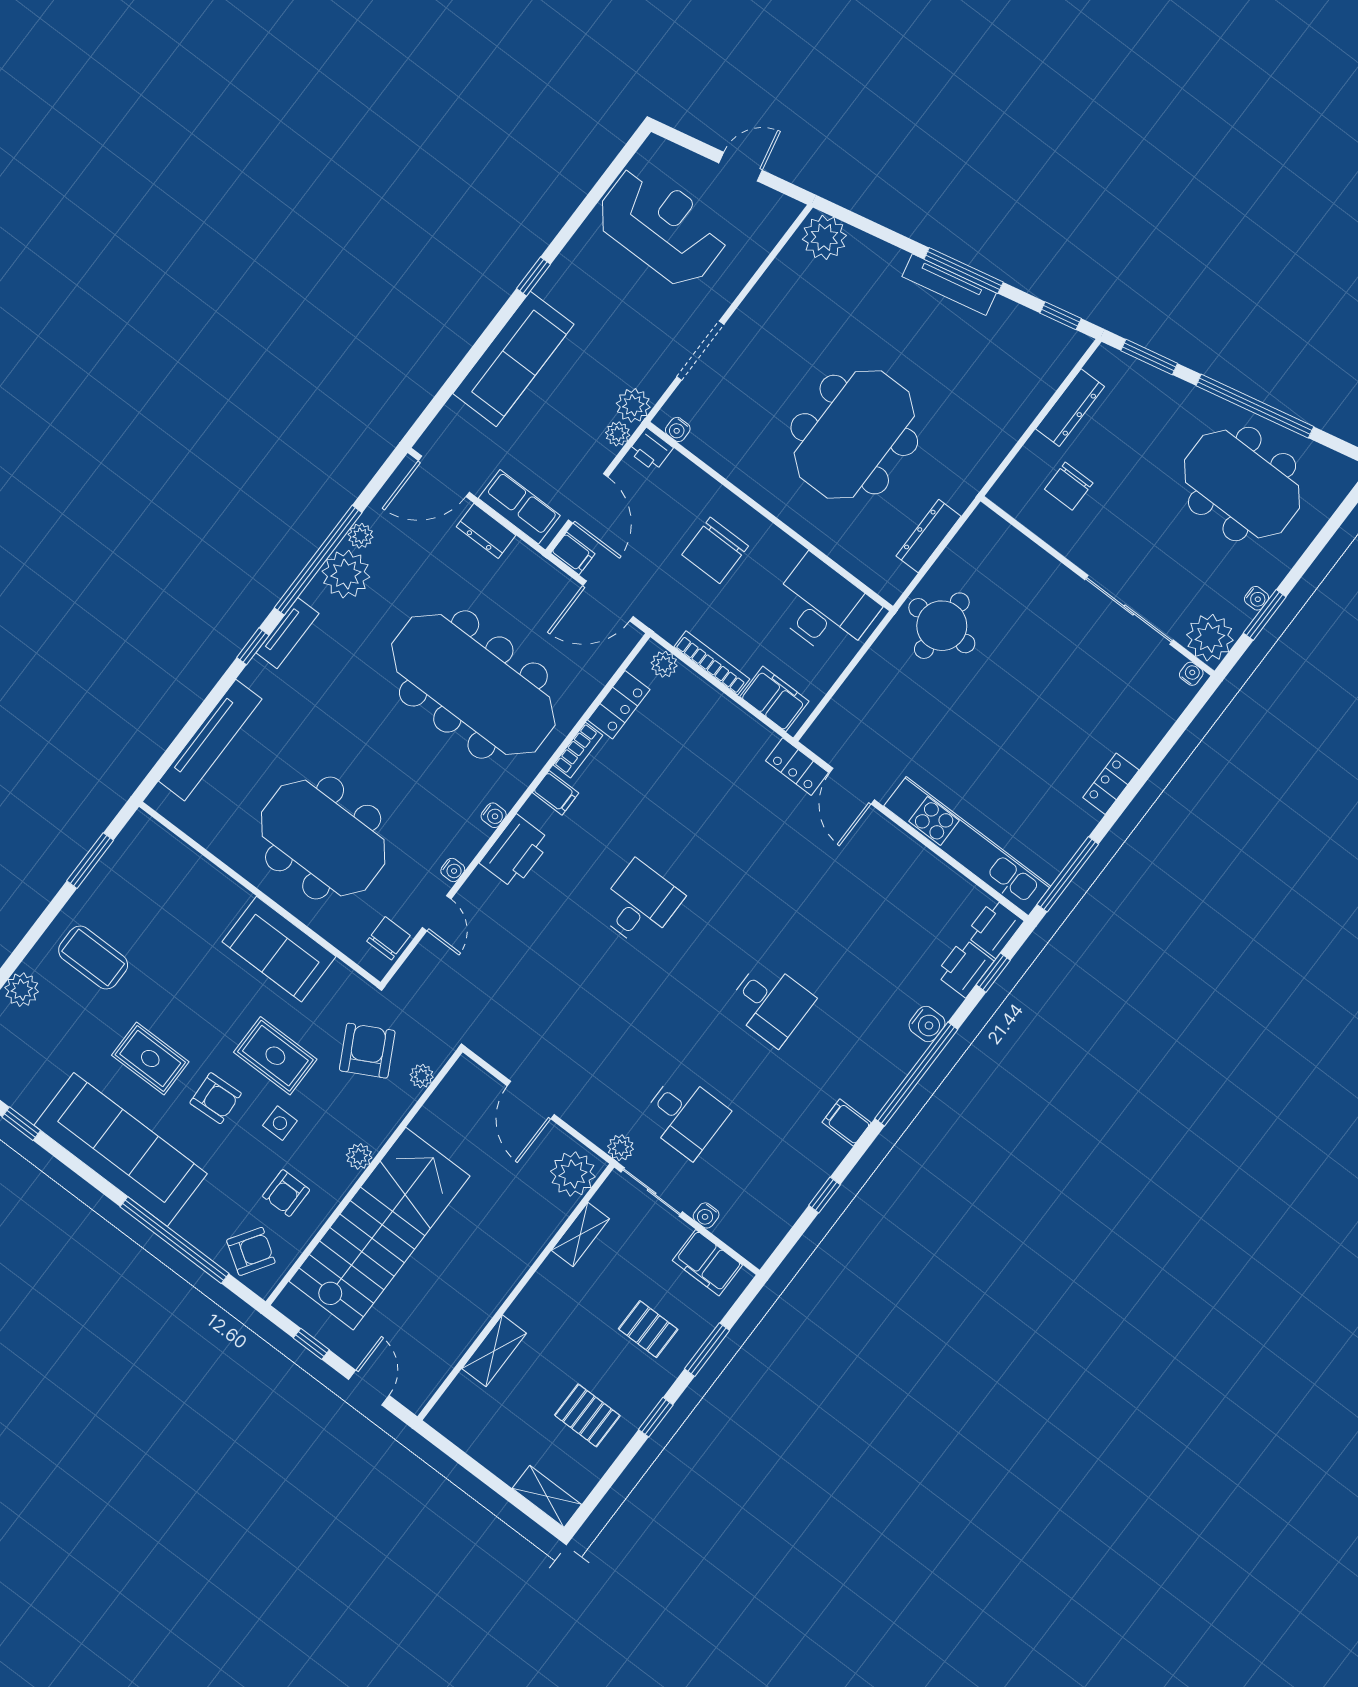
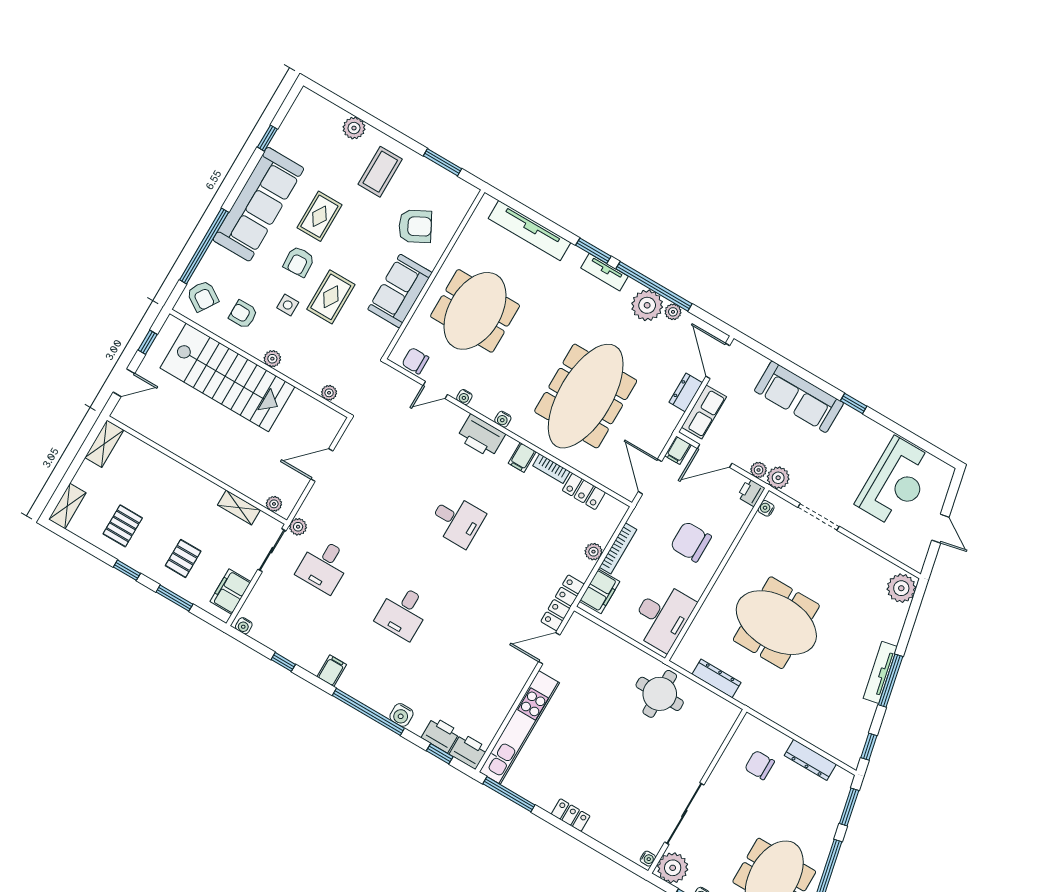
window: (253, 646) -> (593, 251), width x1.50
plant: (664, 664) -> (593, 552), moved
locker: (797, 767) -> (563, 603), width x1.53
chair: (388, 938) -> (415, 361), turned 180
armchair: (367, 1051) -> (415, 226), moved
plant: (573, 1174) -> (274, 504), width x0.53, depth x0.53
water cooler: (706, 1215) -> (244, 626), moved, turned -90
shelving: (494, 1351) -> (104, 444), moved, turned 90

